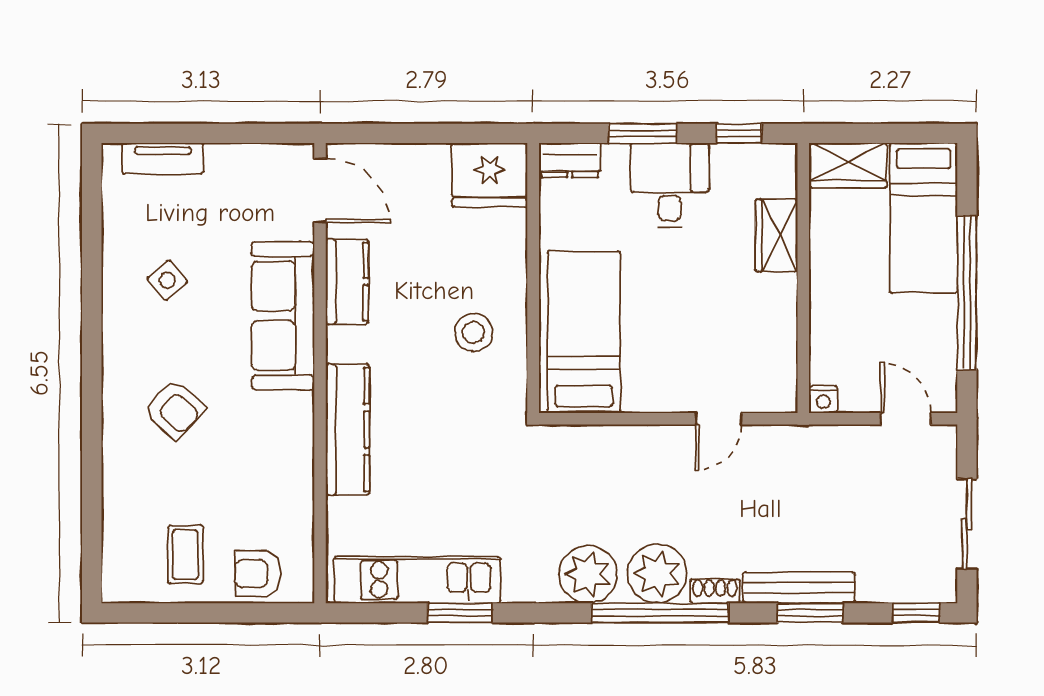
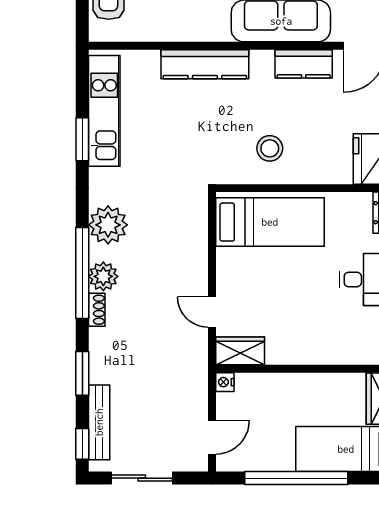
wardrobe: (776, 236) -> (240, 351), moved
plant: (657, 574) -> (103, 276), width x0.73, depth x0.73
bench: (799, 588) -> (99, 422), moved

